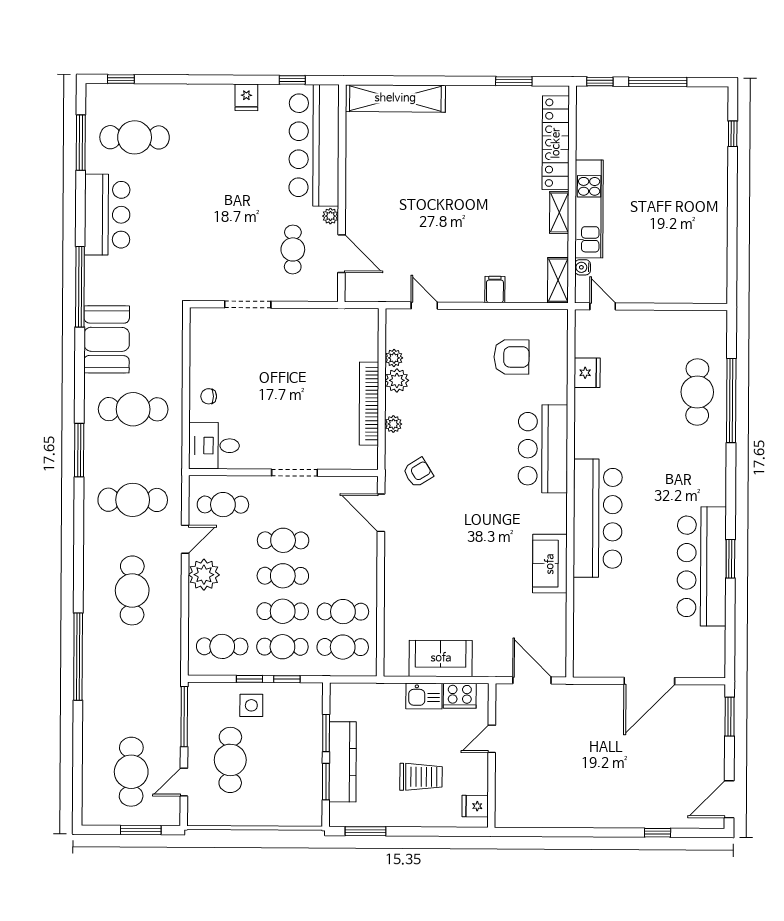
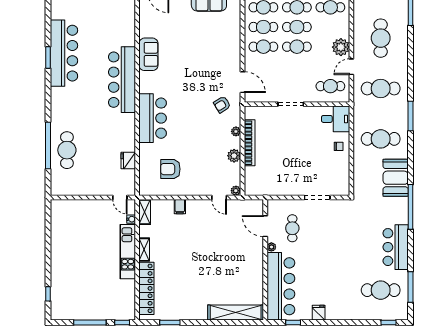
plant: (394, 358) -> (236, 191), moved
cafe table: (283, 540) -> (263, 47), moved

